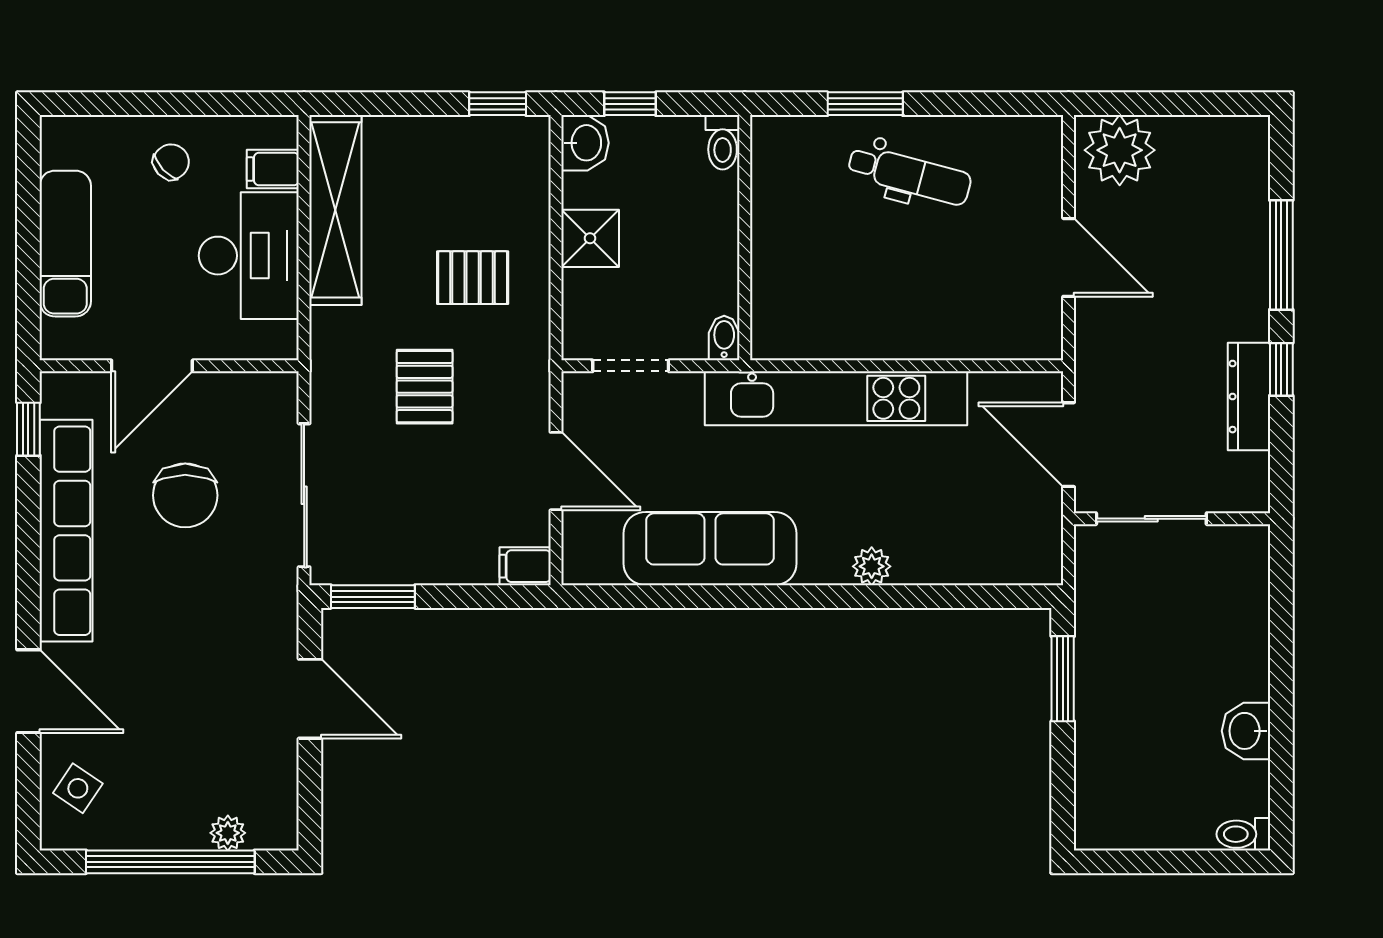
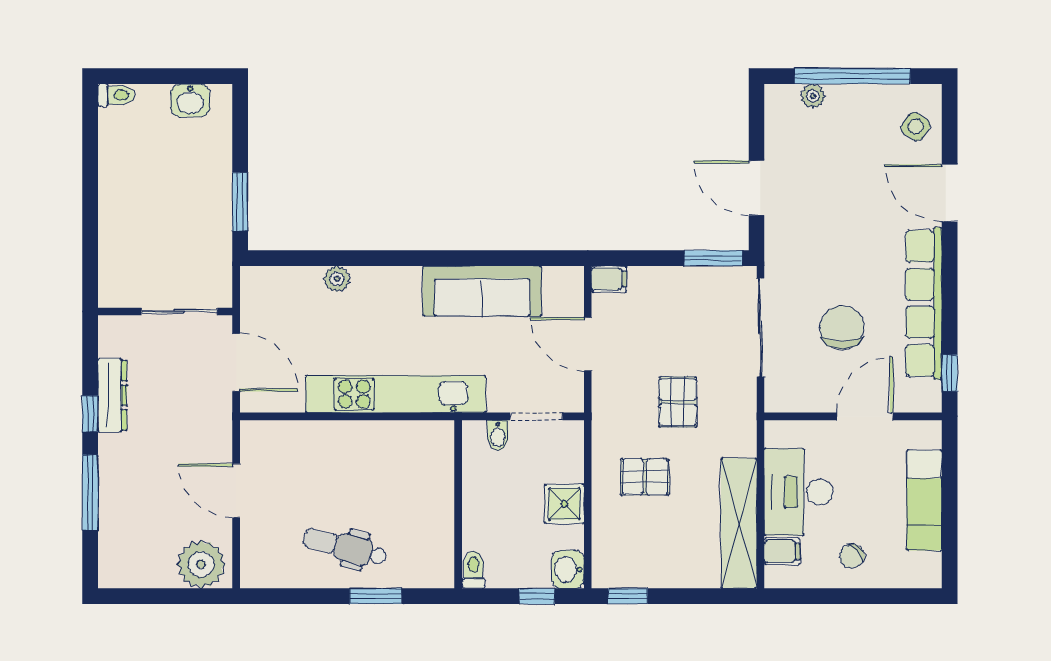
bidet: (724, 338) -> (498, 435), moved
plant: (872, 566) -> (337, 279), moved
washbasin: (1246, 731) -> (190, 100), moved, turned 90

